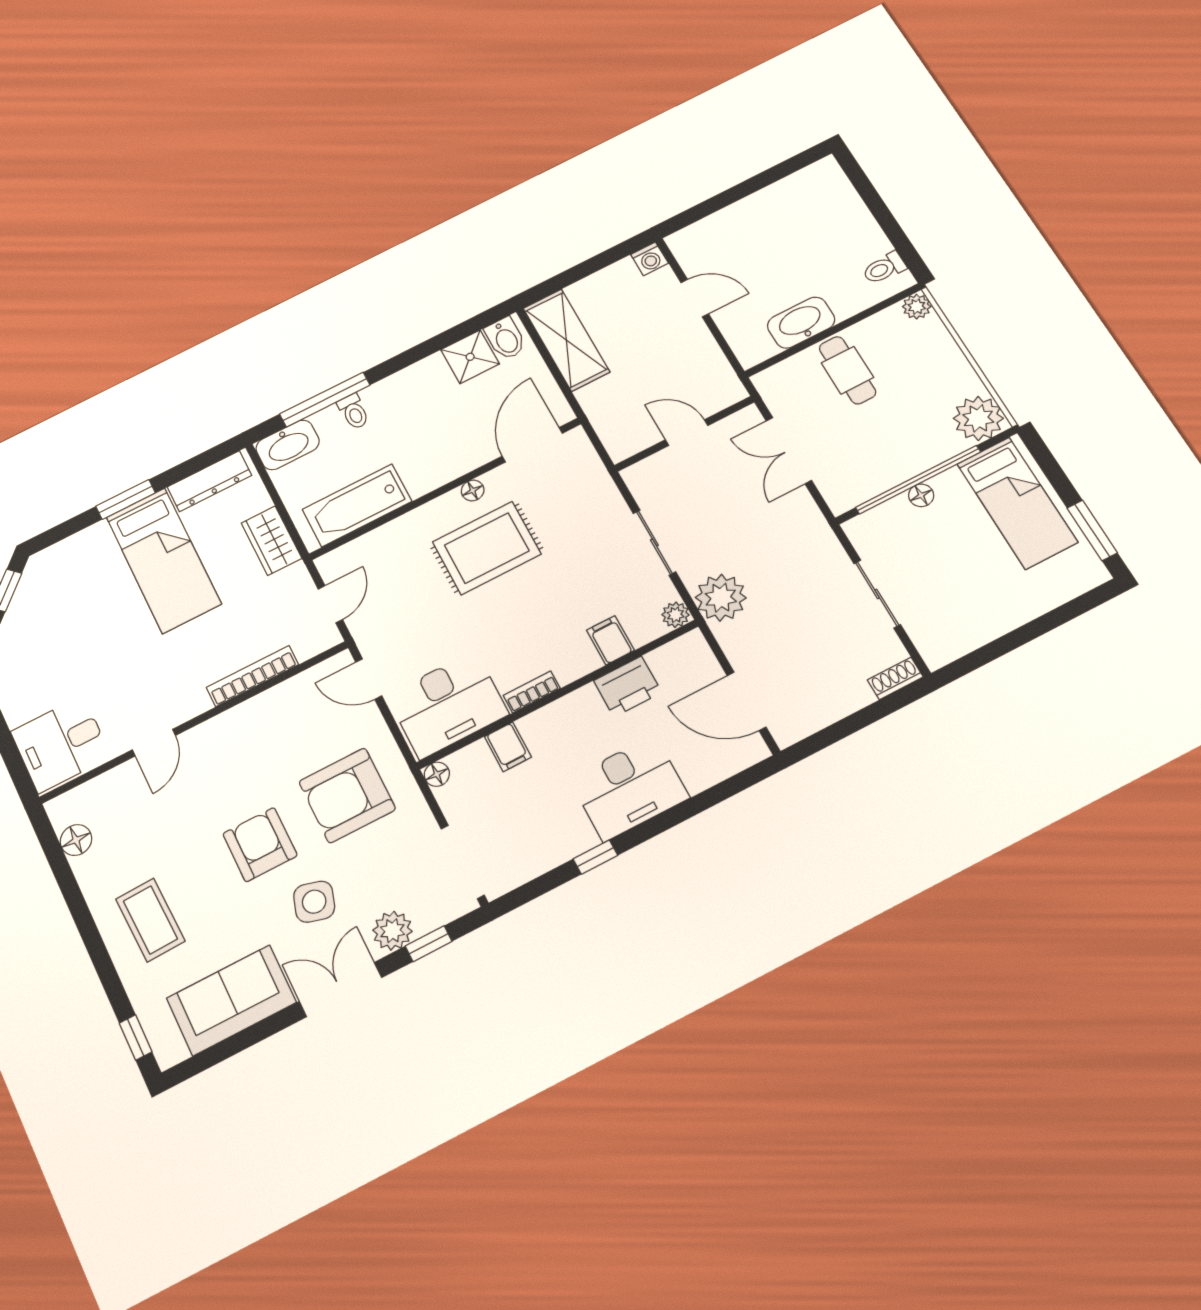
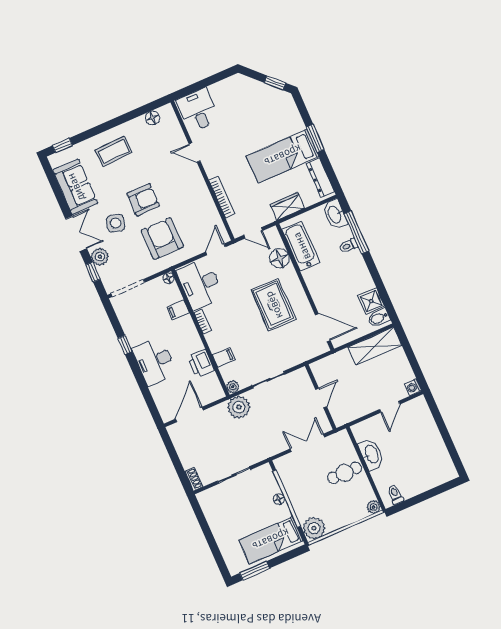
floor lamp: (473, 490) -> (280, 258), moved, width x1.89, depth x1.89

